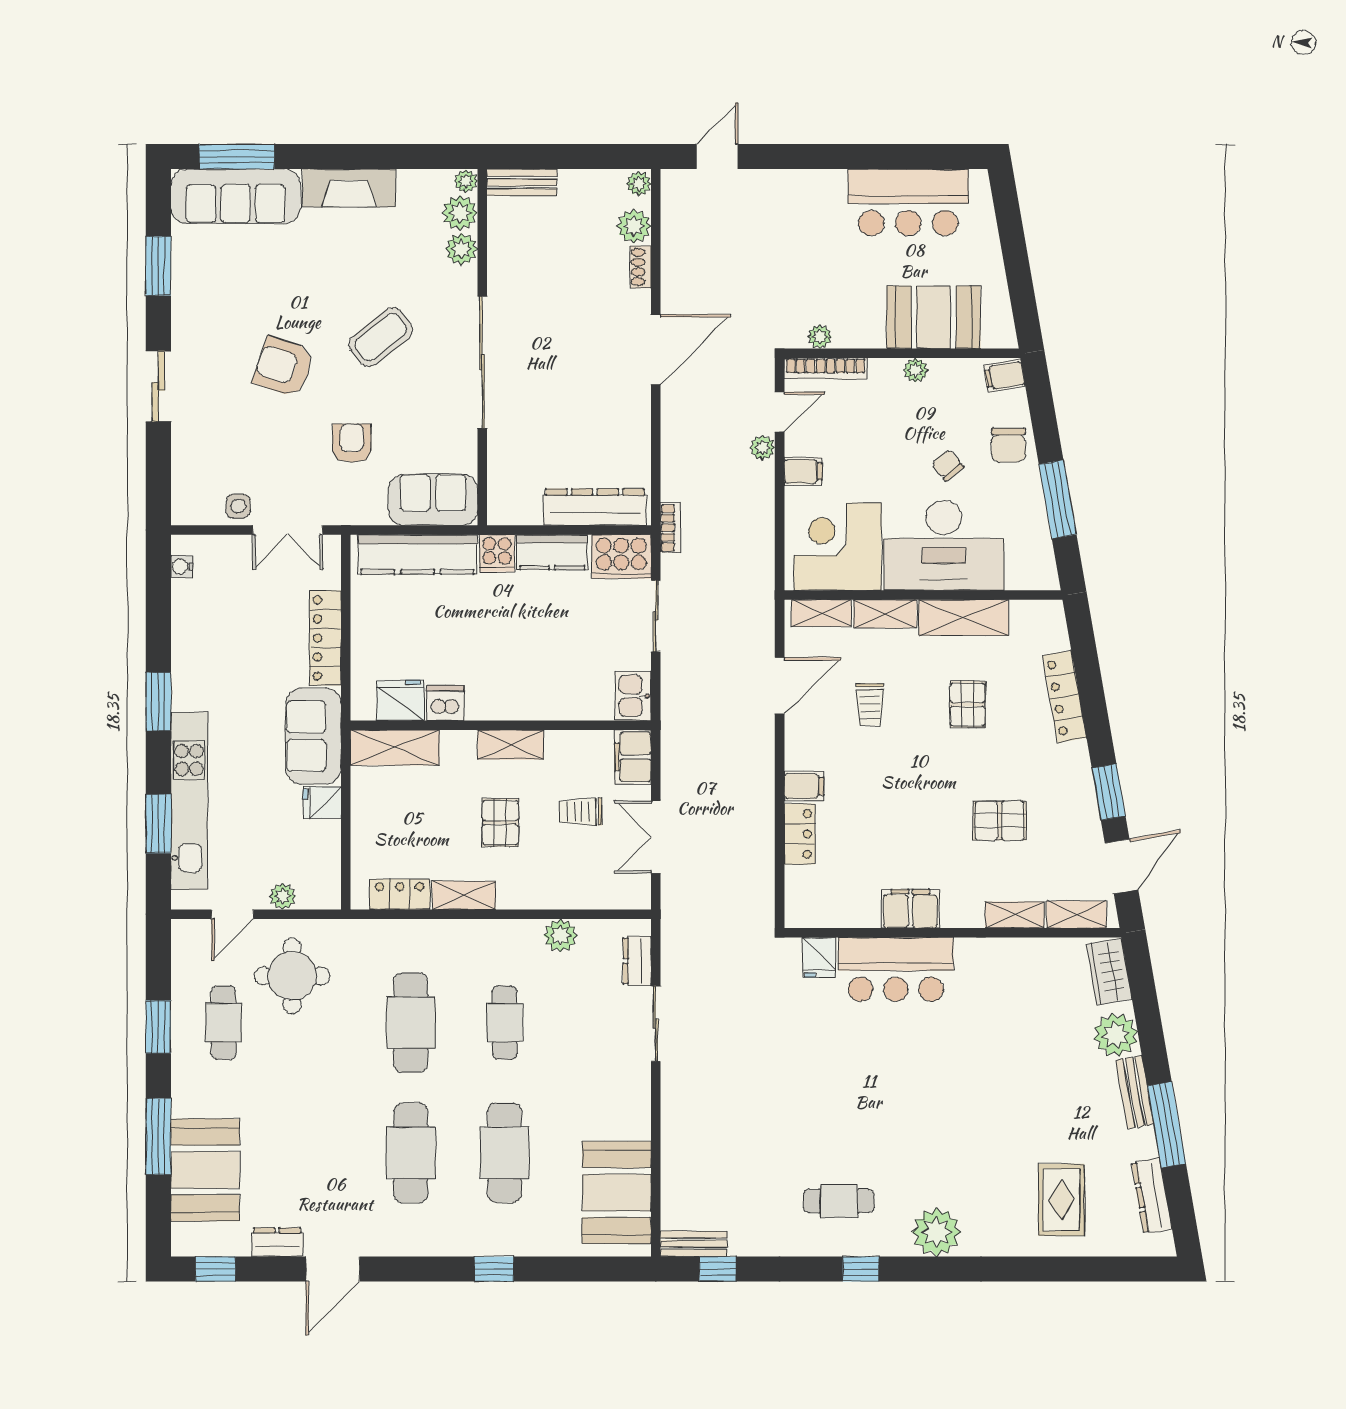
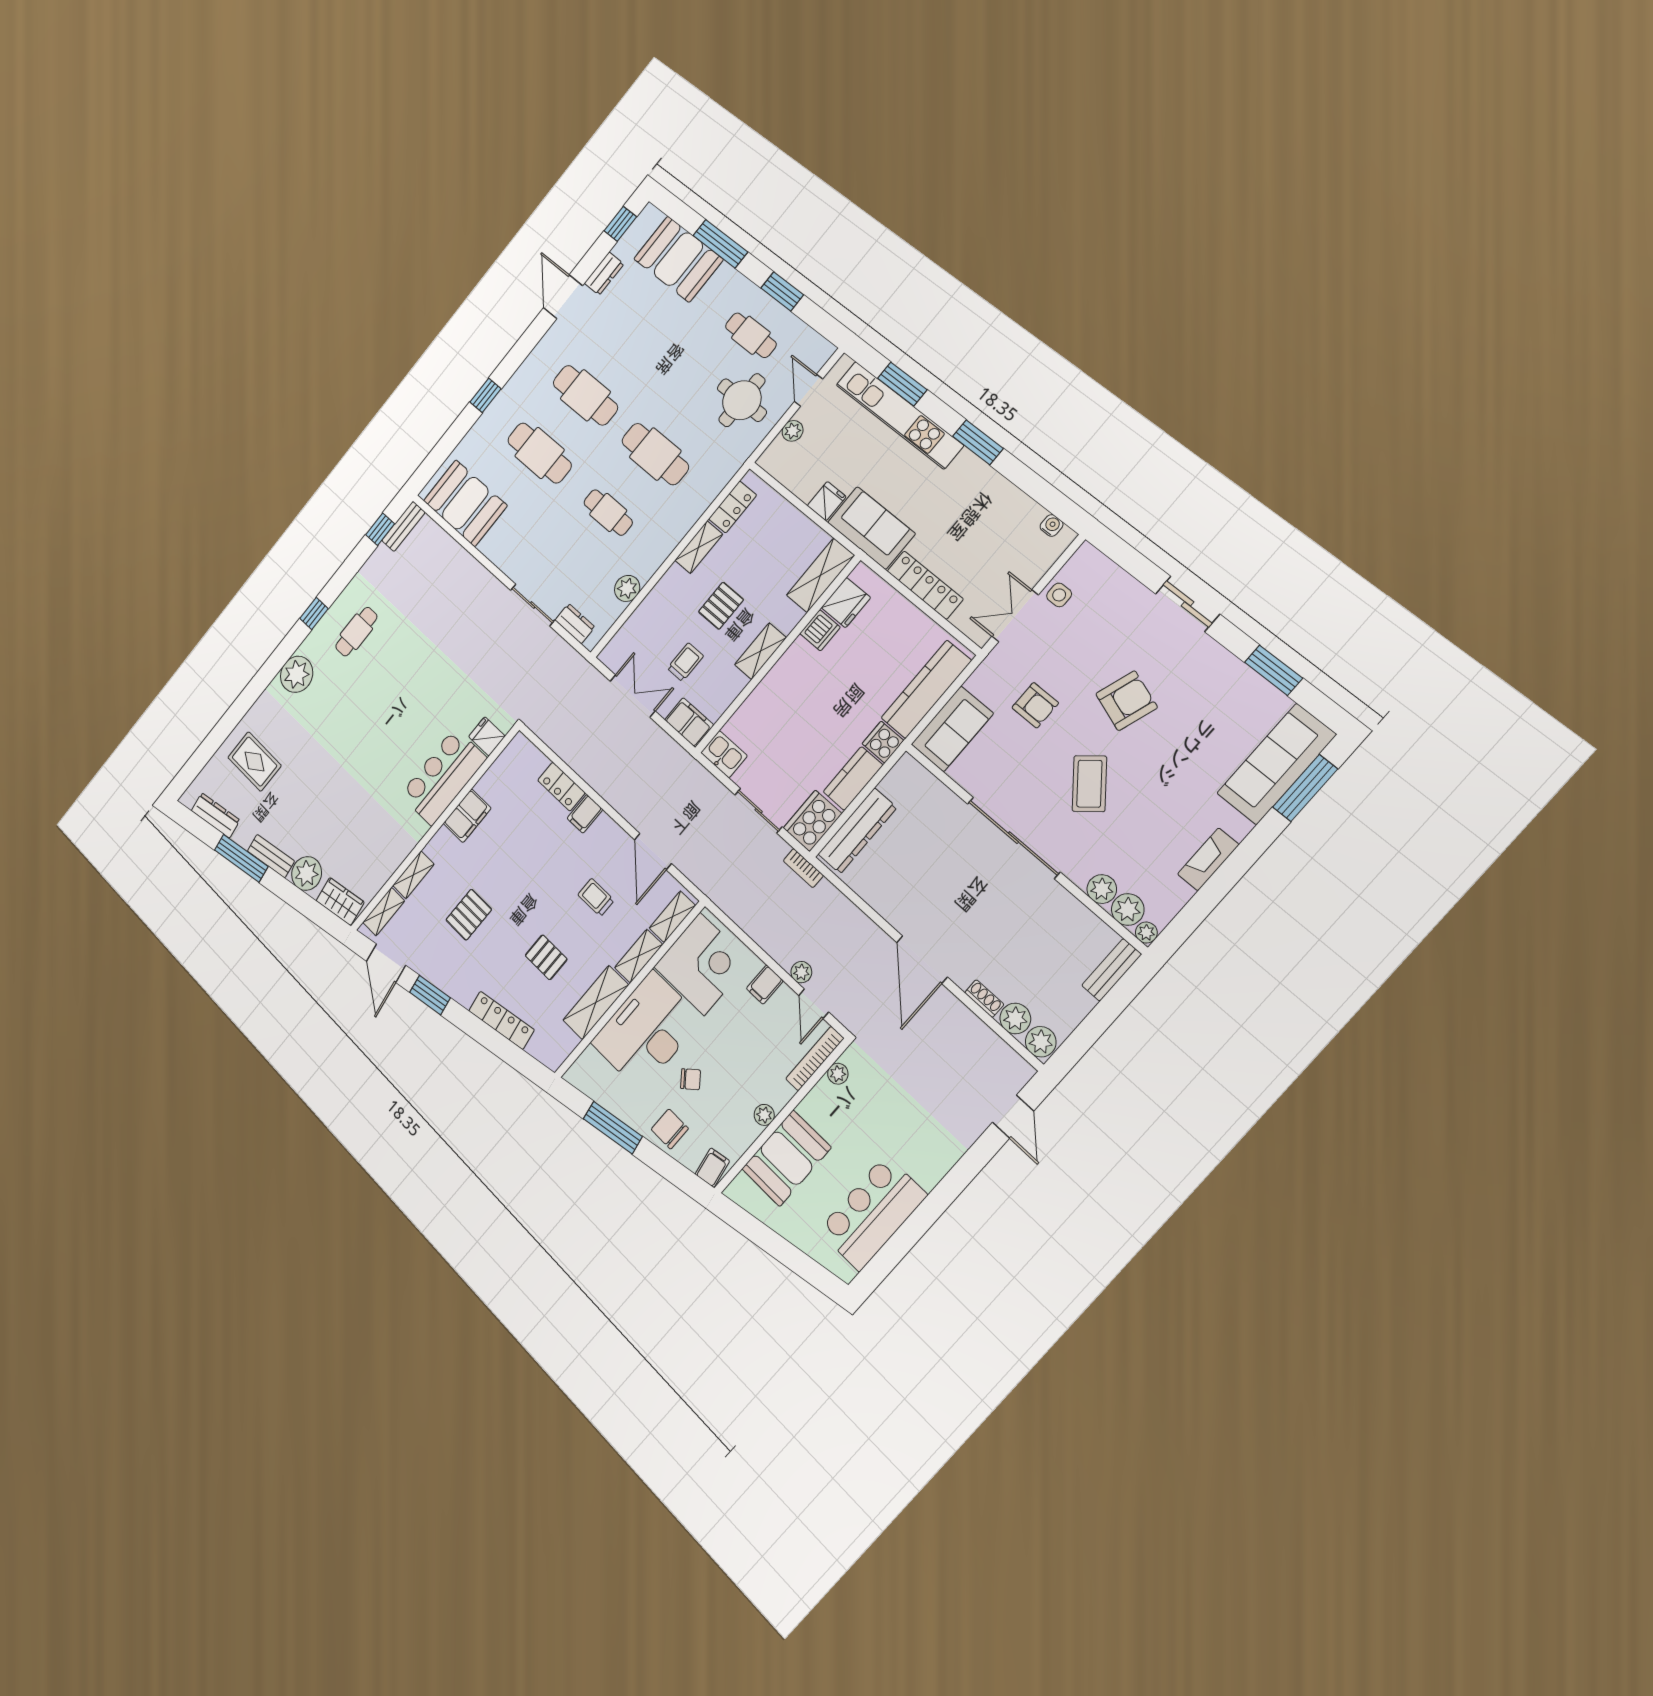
plant: (639, 184) -> (1041, 1042), width x1.38, depth x1.38
fireplace: (349, 188) -> (1208, 859), width x0.73, depth x0.76
pallet: (500, 823) -> (721, 606), turned 90

